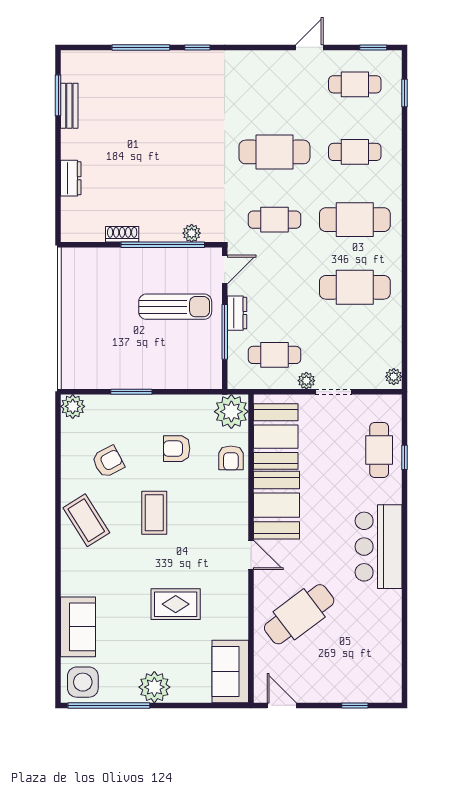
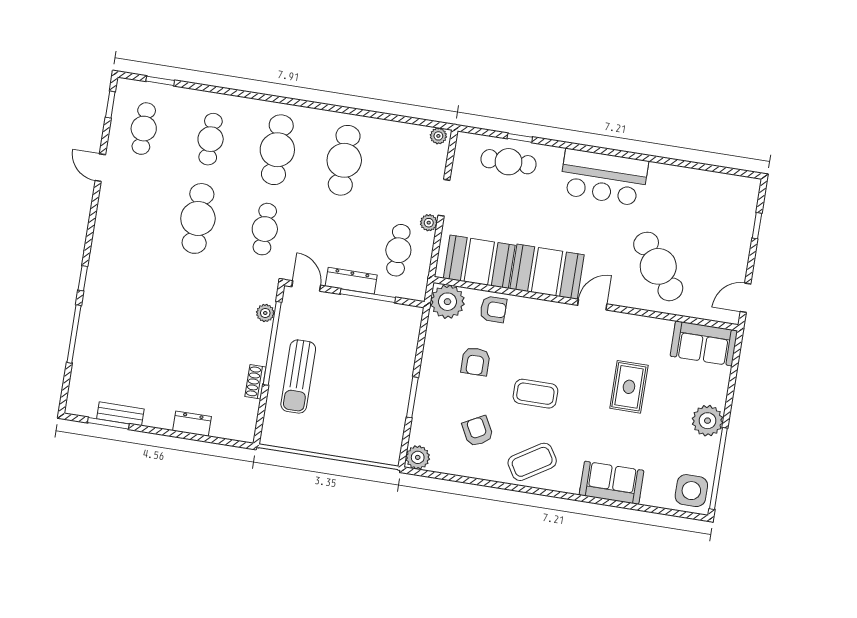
sun lounger: (175, 307) -> (298, 377), moved, turned 180
dresser: (237, 313) -> (351, 281), width x1.44
sofa: (78, 627) -> (612, 483), moved

